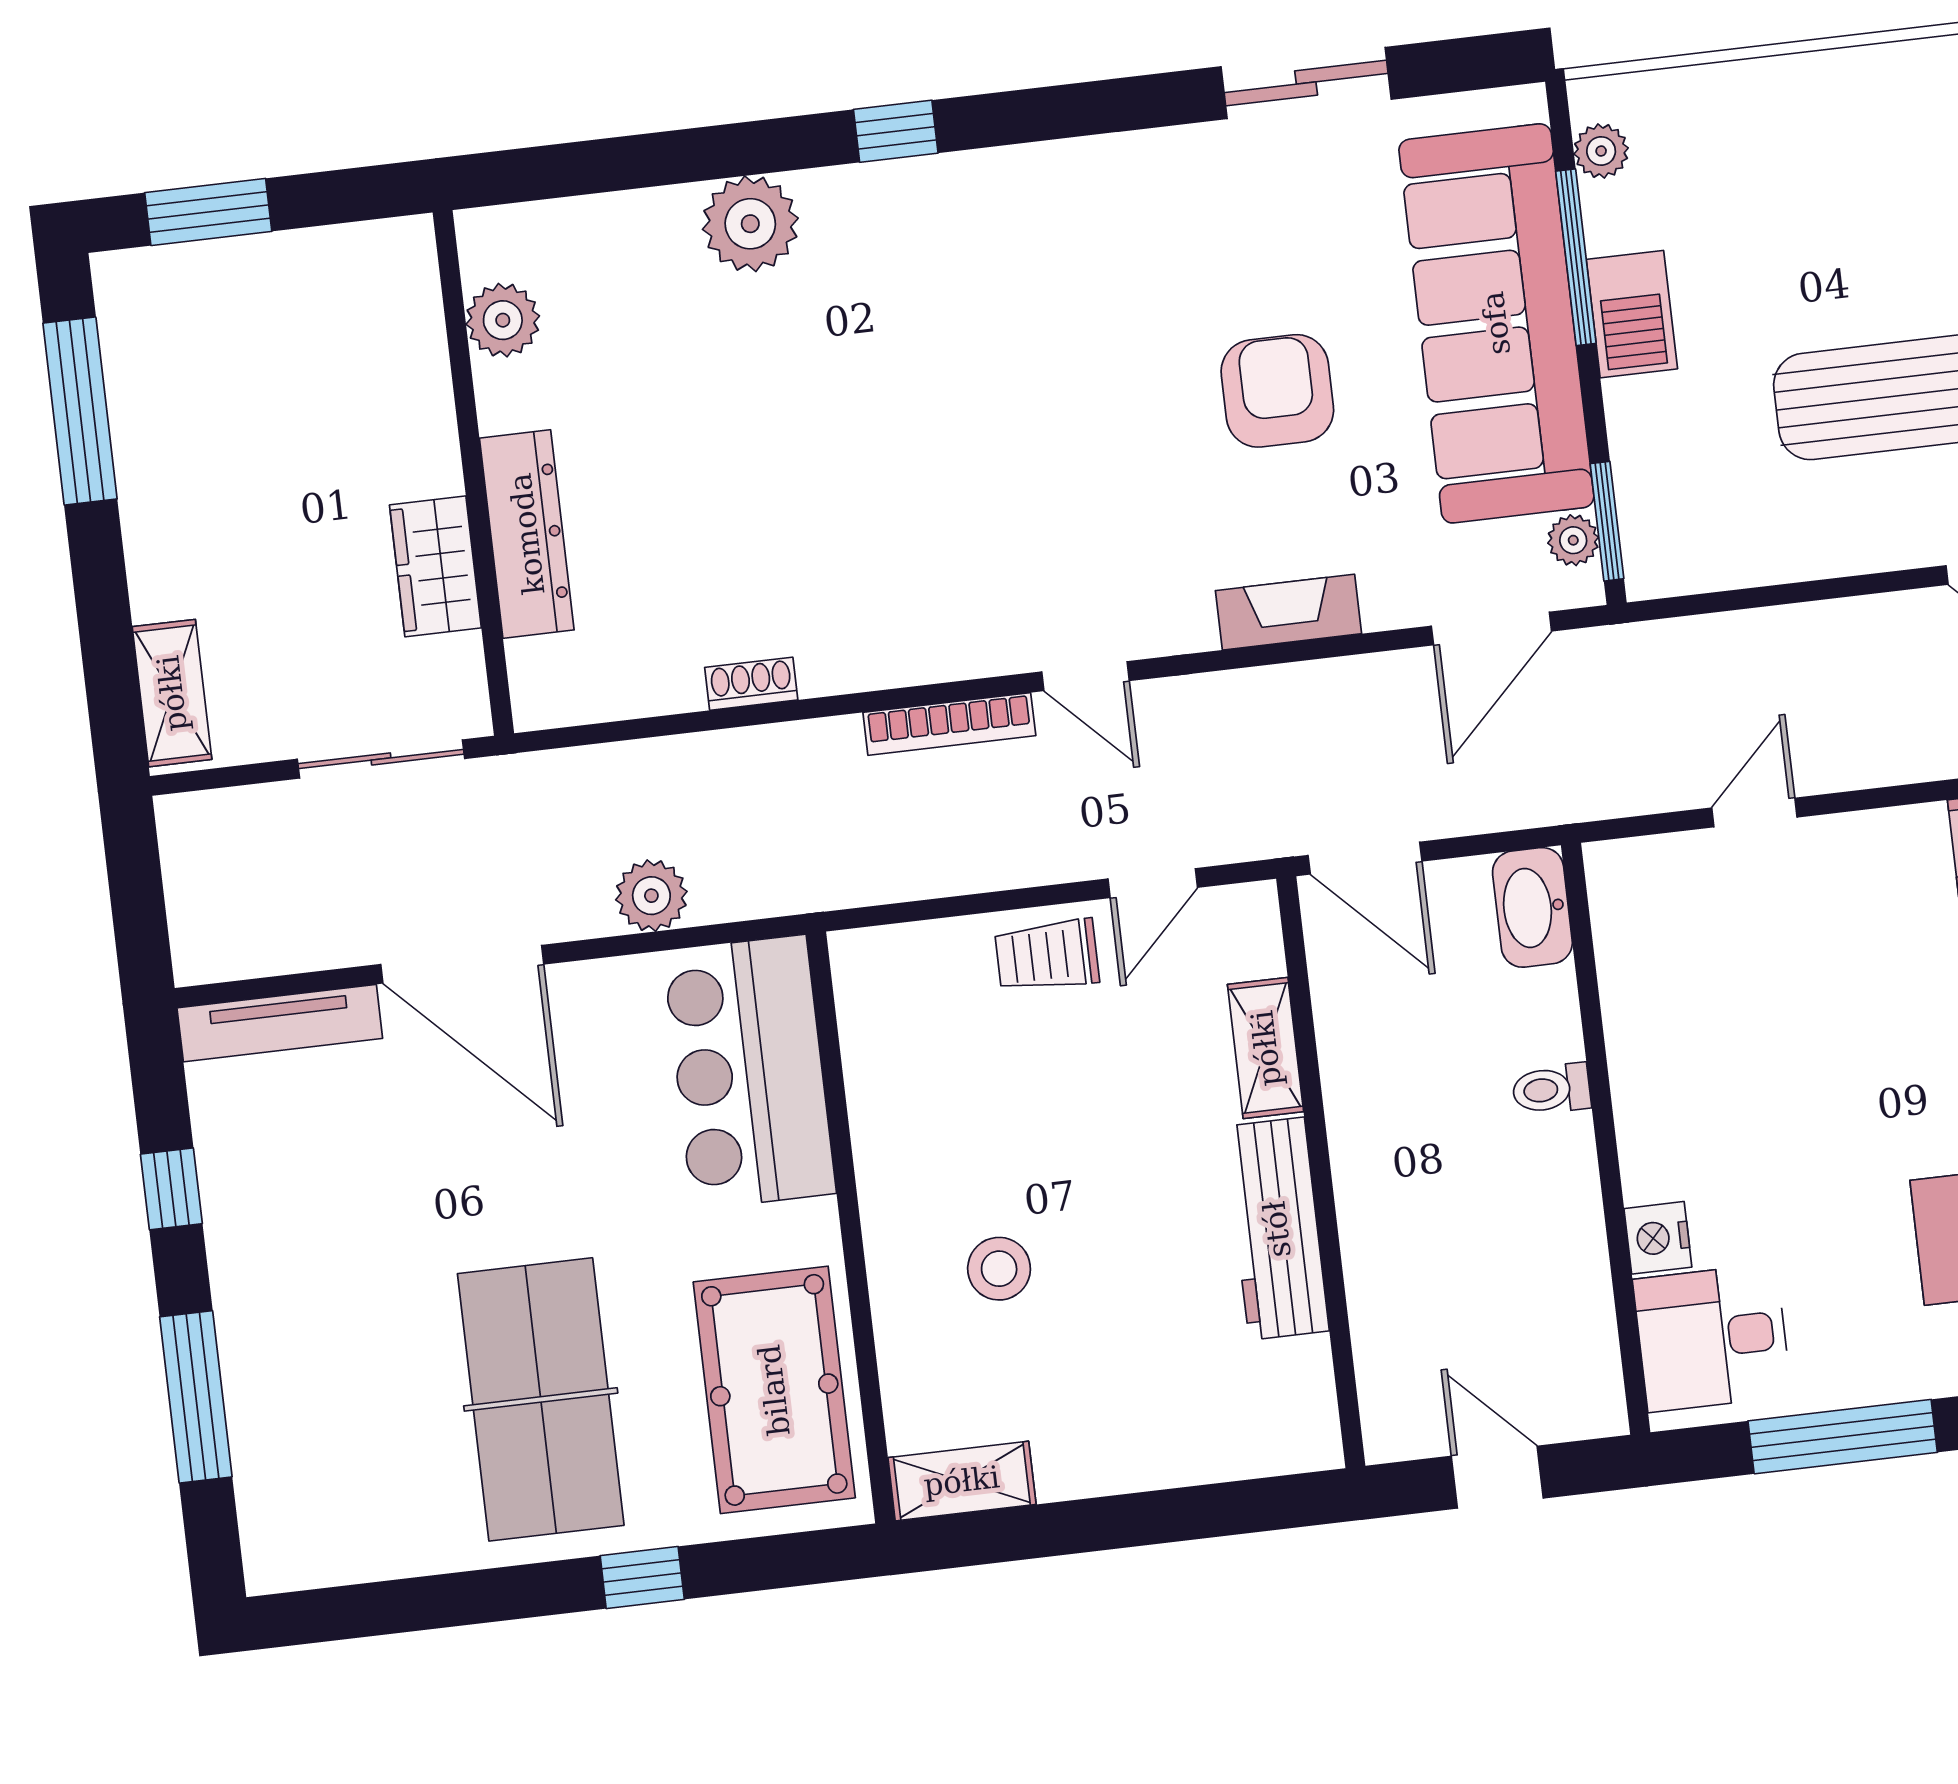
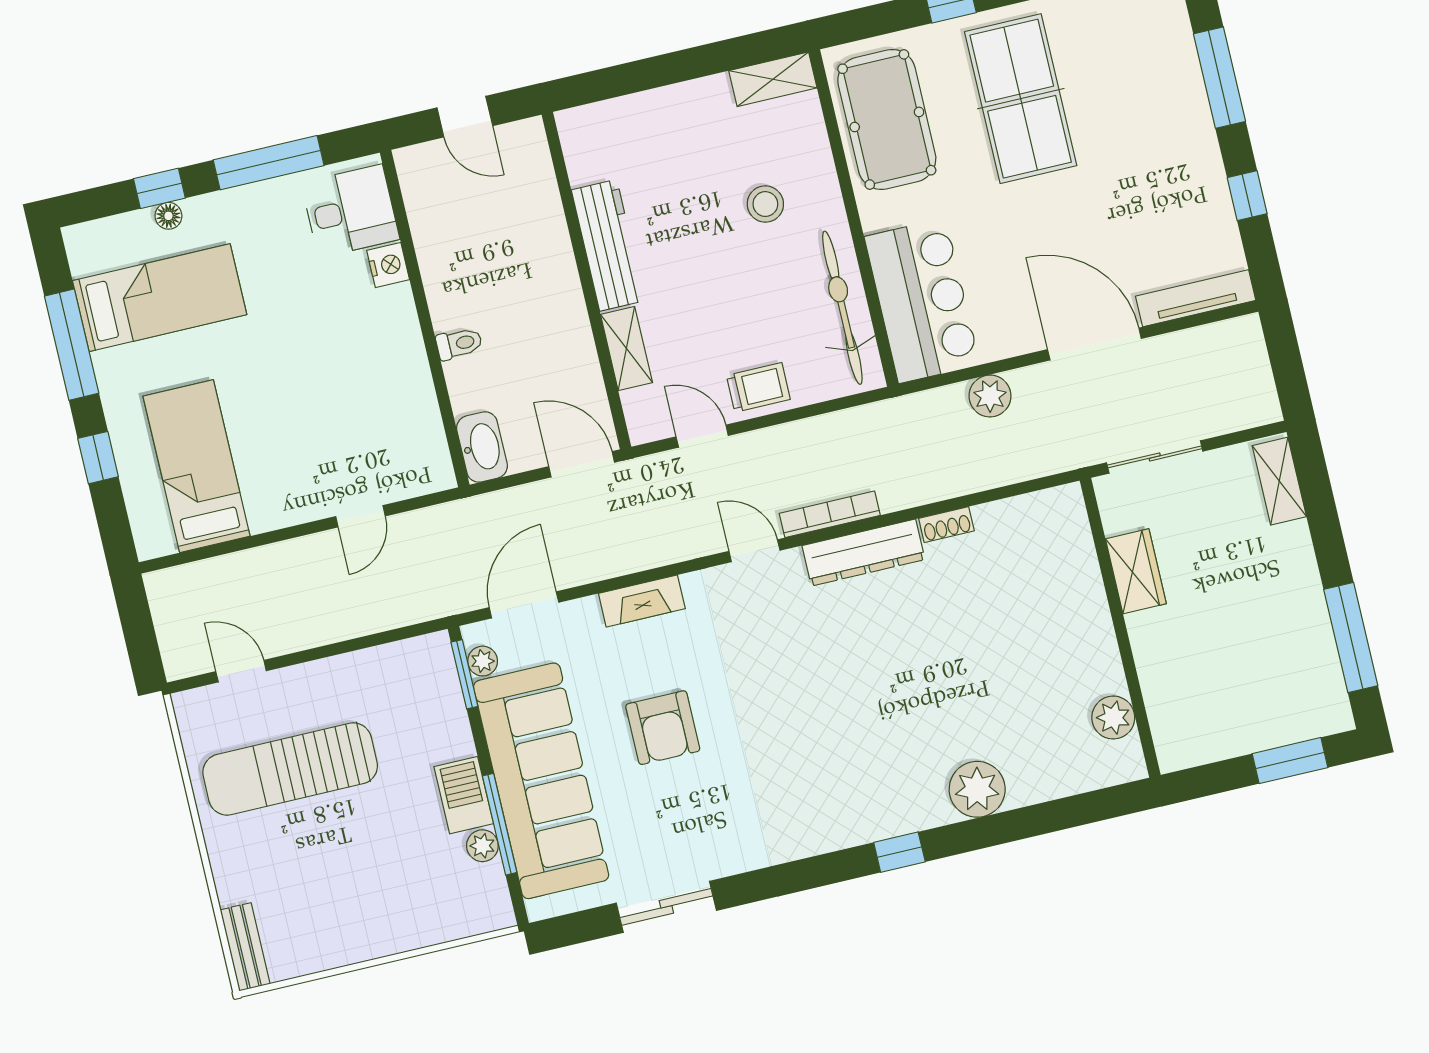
plant: (1601, 151) -> (482, 846), moved
dresser: (527, 534) -> (863, 553), moved, turned -90
door: (1153, 883) -> (702, 436), hinge flipped
bicycle: (887, 1076) -> (842, 308), added

